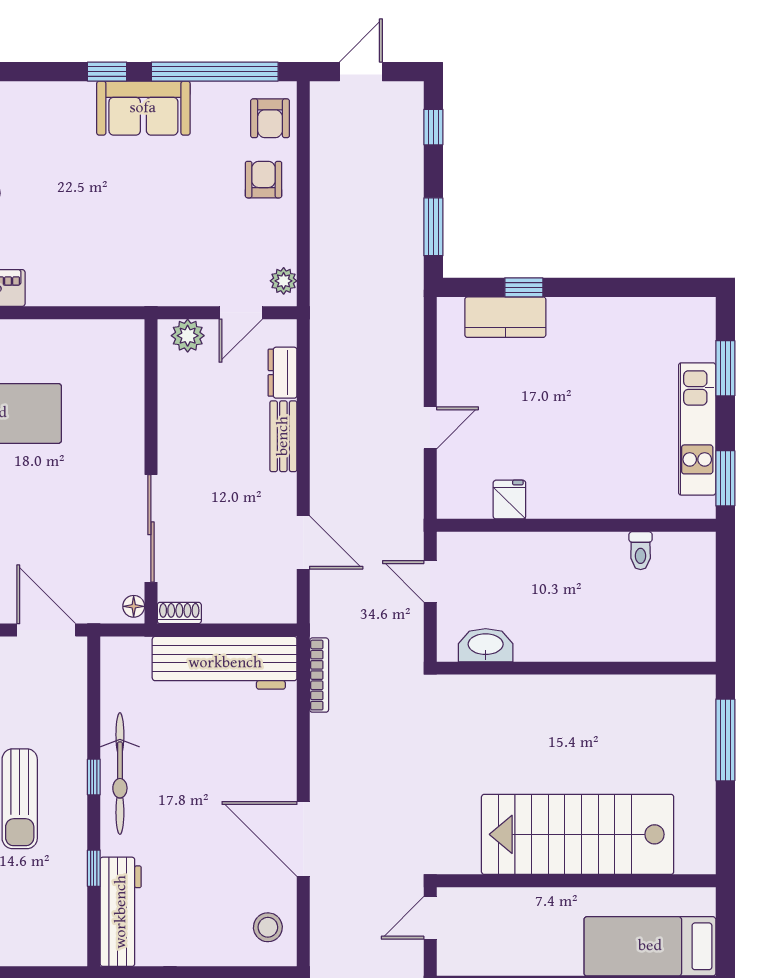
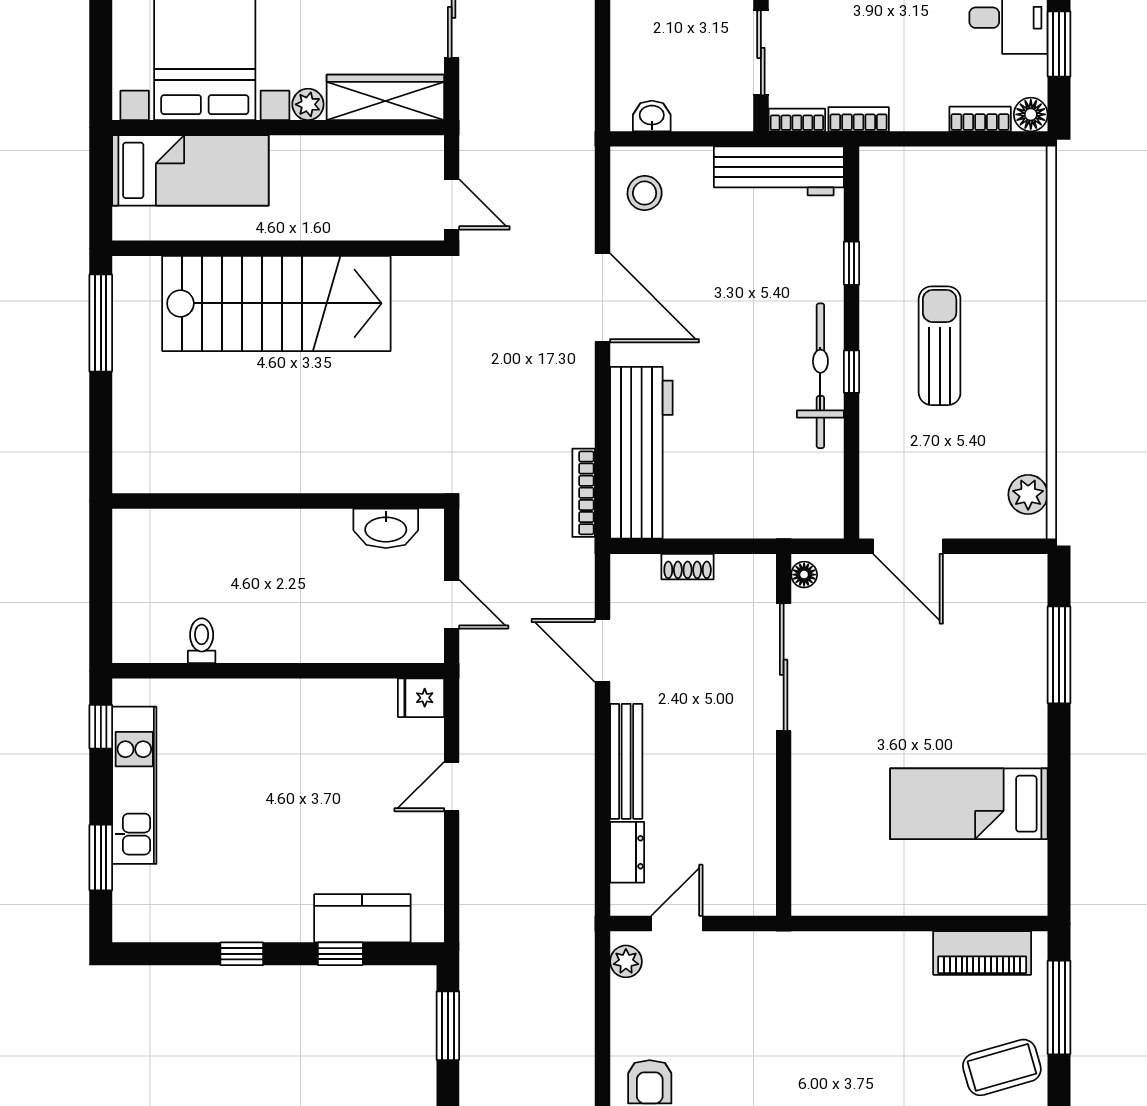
window: (607, 287) -> (242, 954), added
plant: (188, 336) -> (740, 896), removed
bench: (283, 436) -> (626, 761), width x1.36
window: (725, 478) -> (101, 727), width x0.67
fridge: (509, 500) -> (421, 698), moved, turned 90
shoe rack: (179, 613) -> (688, 567), moved
workbench: (225, 663) -> (641, 453), moved, turned 90
window: (725, 740) -> (101, 323), moved
workbench: (121, 912) -> (779, 171), moved, turned -90
door: (430, 918) -> (452, 204), hinge flipped

